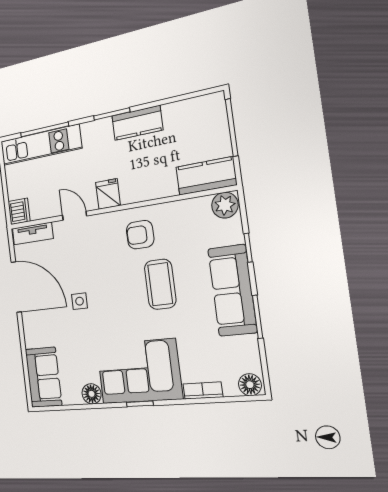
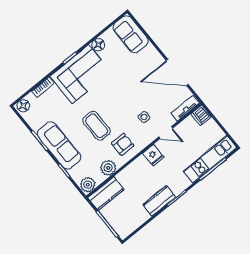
plant: (180, 213) -> (108, 168), added
side table: (80, 301) -> (144, 117), moved

